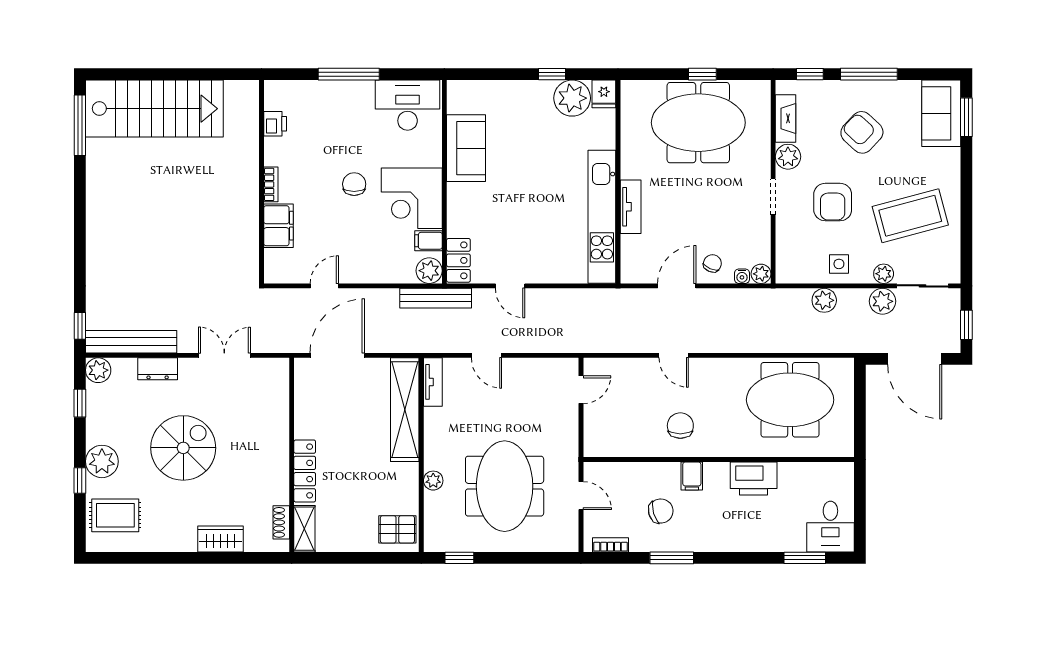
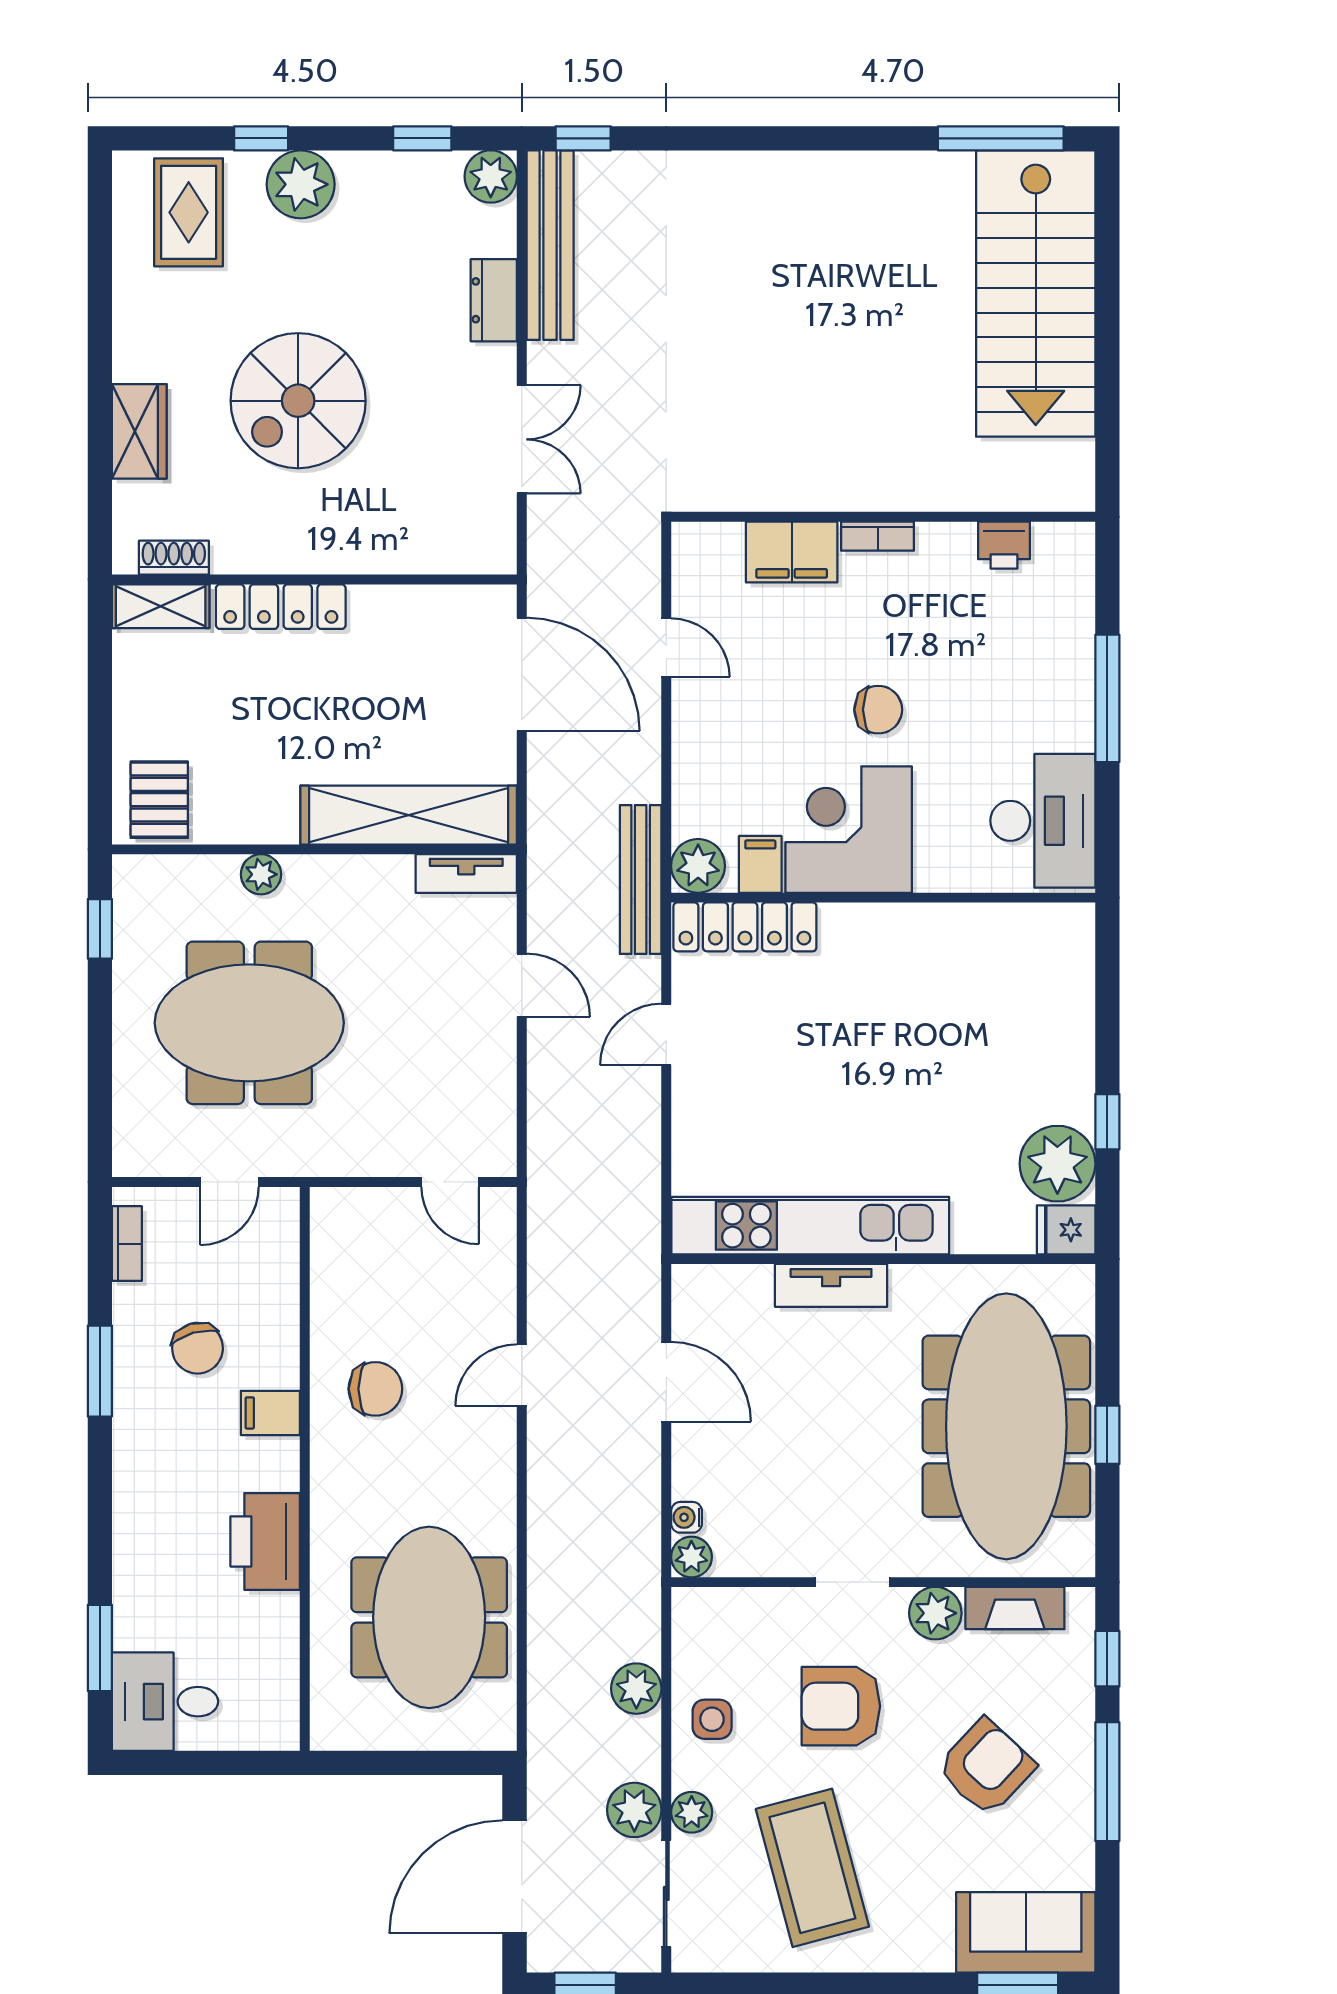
meeting table: (698, 123) -> (1006, 1426), width x1.36
sofa: (466, 148) -> (953, 943), removed
locker: (458, 260) -> (745, 927), width x1.53
chair: (712, 263) -> (713, 1456), removed
door: (486, 355) -> (522, 985), swing flipped
spiral stairs: (183, 448) -> (298, 401), moved, turned 90

